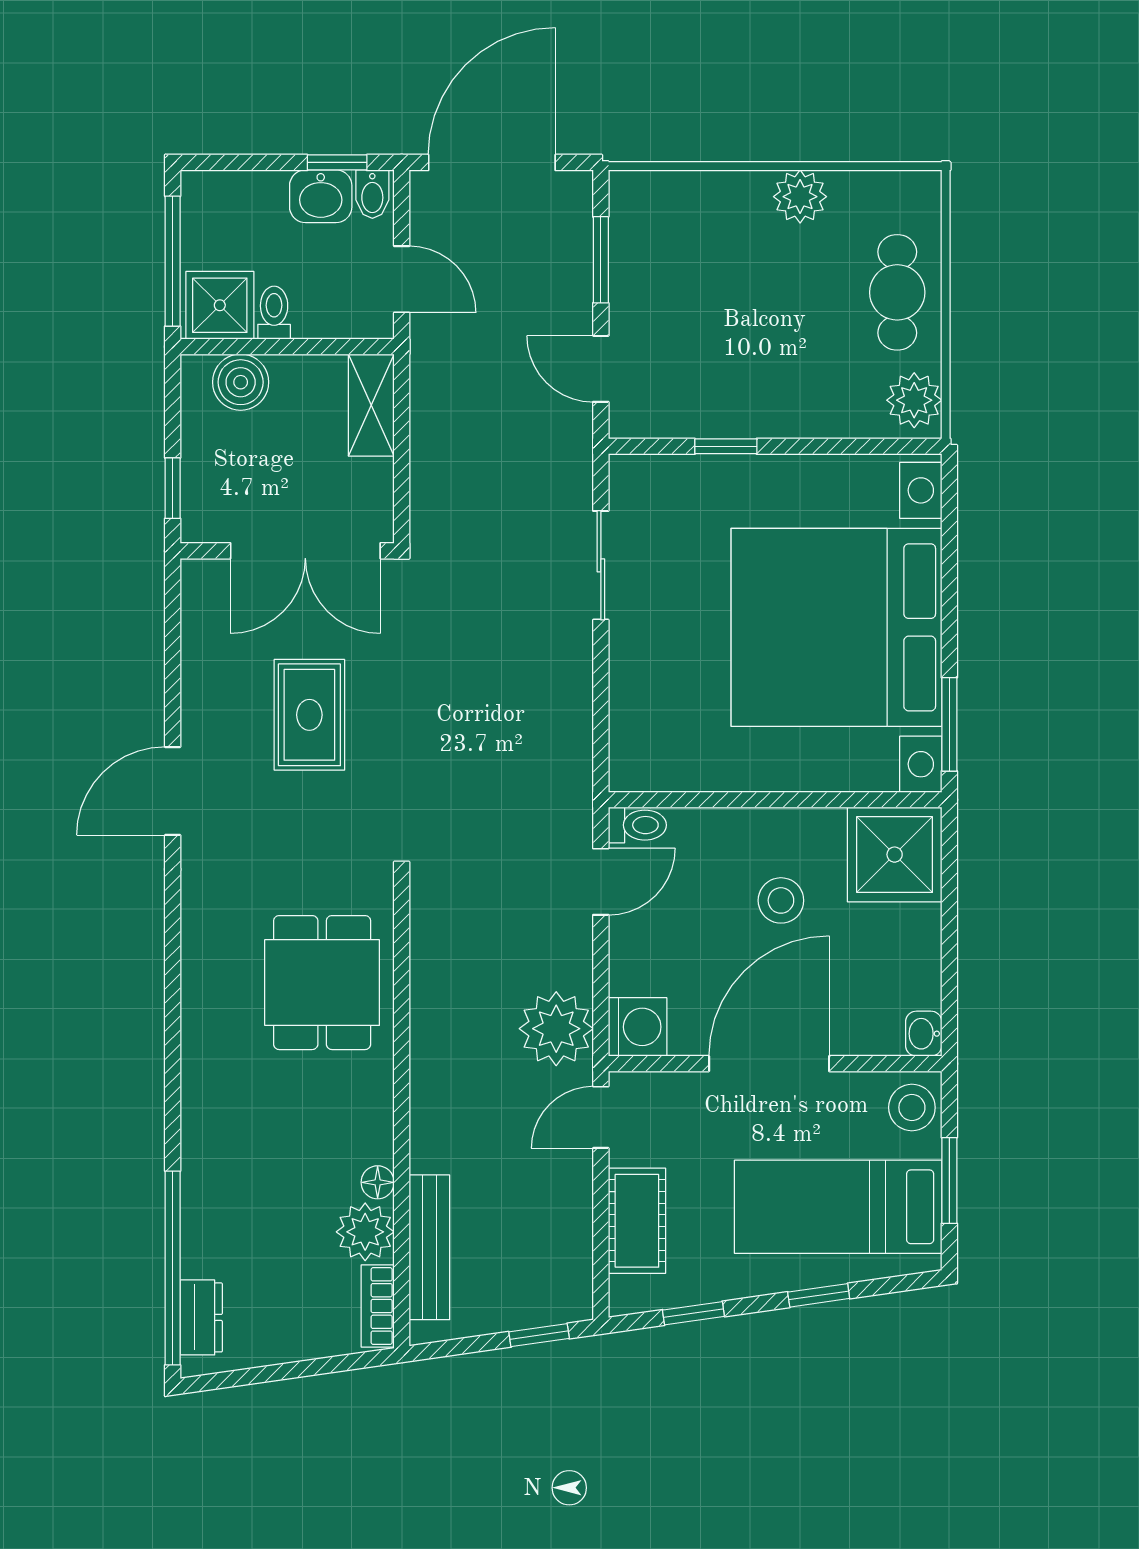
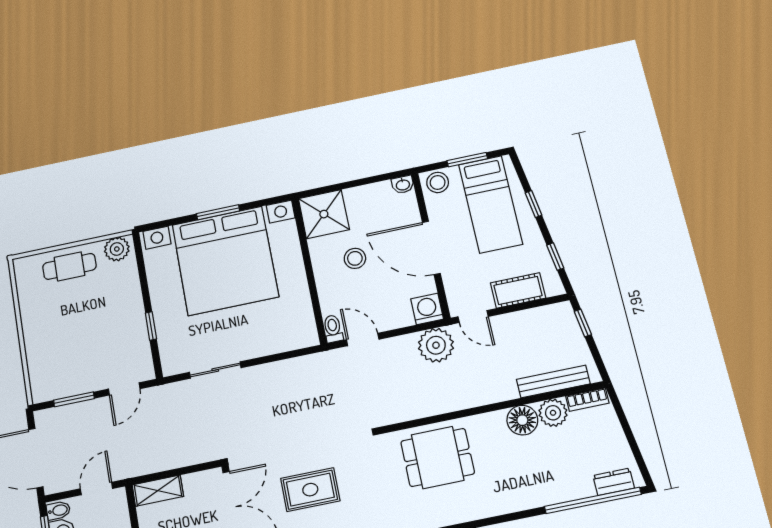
plant: (800, 197) -> (32, 317), removed
window: (949, 724) -> (218, 212), moved
floor lamp: (378, 1182) -> (522, 420), width x1.89, depth x1.89

